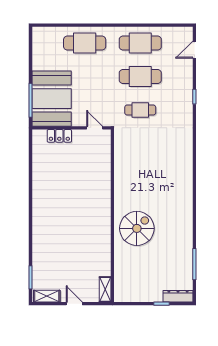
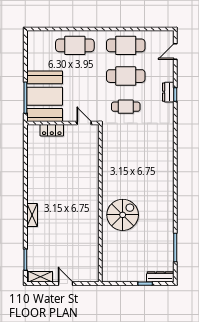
dresser: (187, 94) -> (168, 92), added
shelving: (105, 289) -> (32, 215), moved

